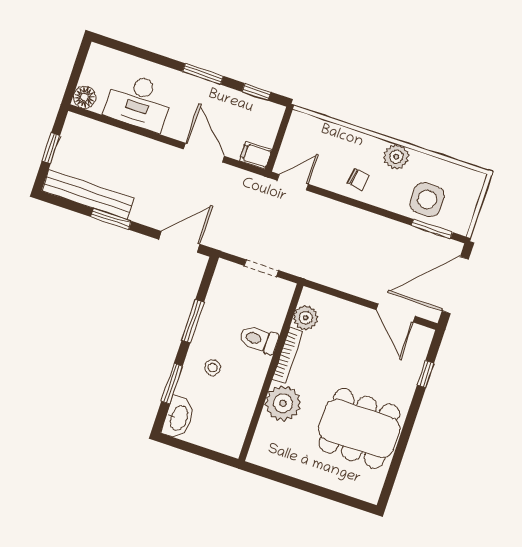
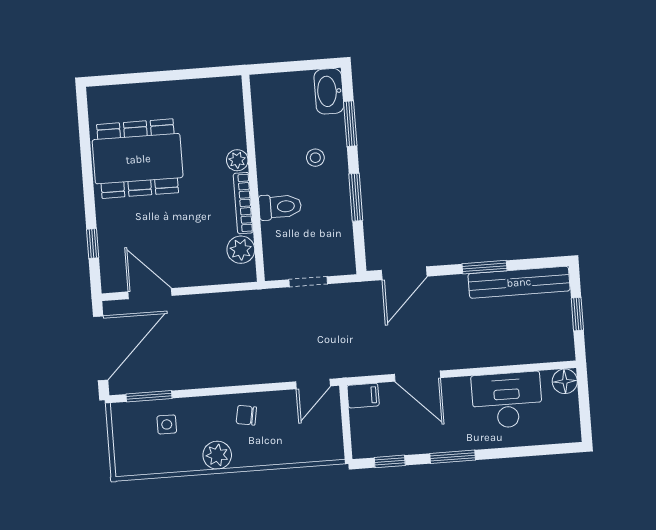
side table: (427, 199) -> (167, 424), width x0.54, depth x0.54
plant: (283, 403) -> (237, 160), width x0.53, depth x0.53

